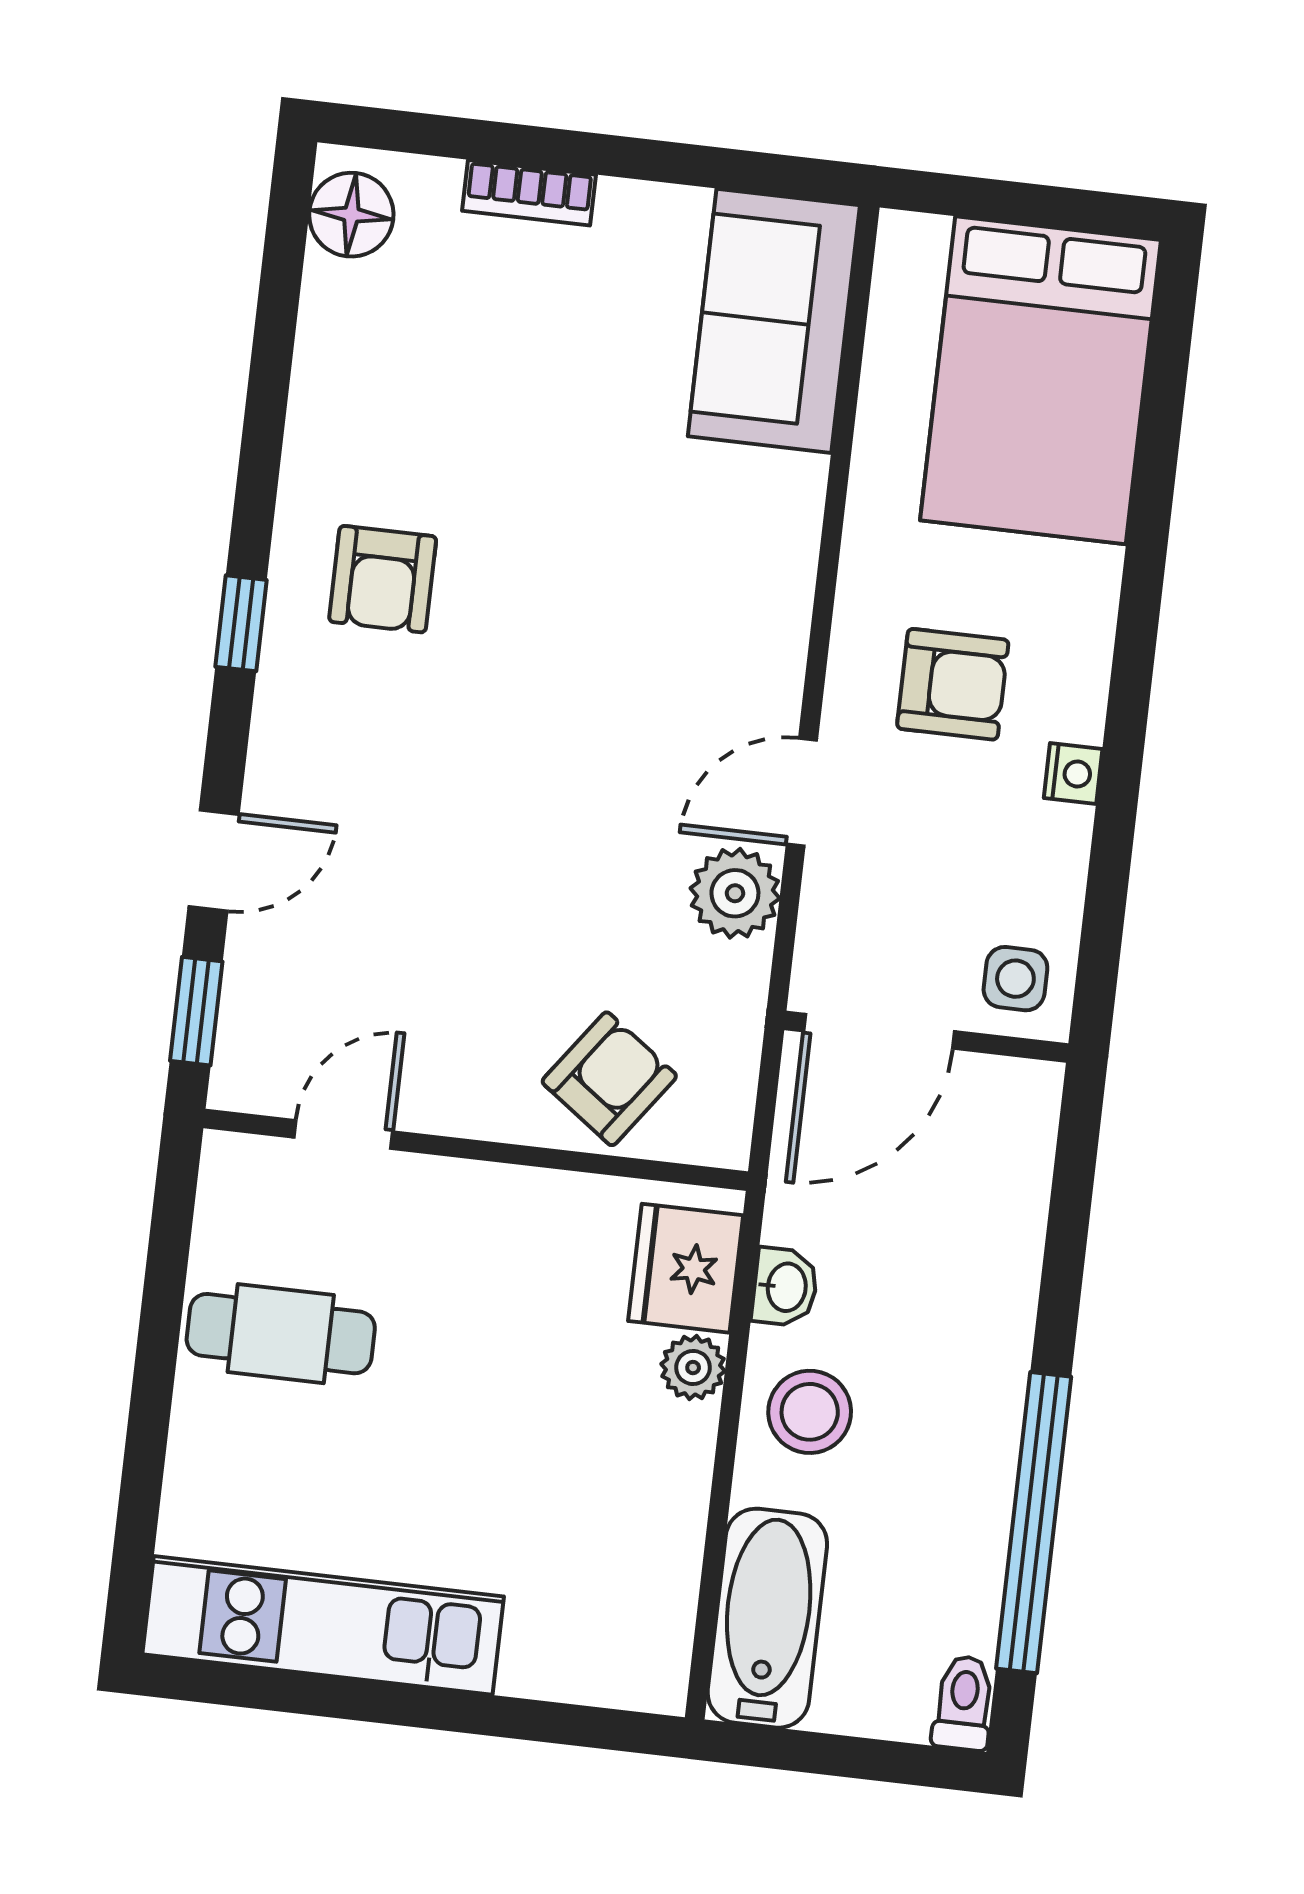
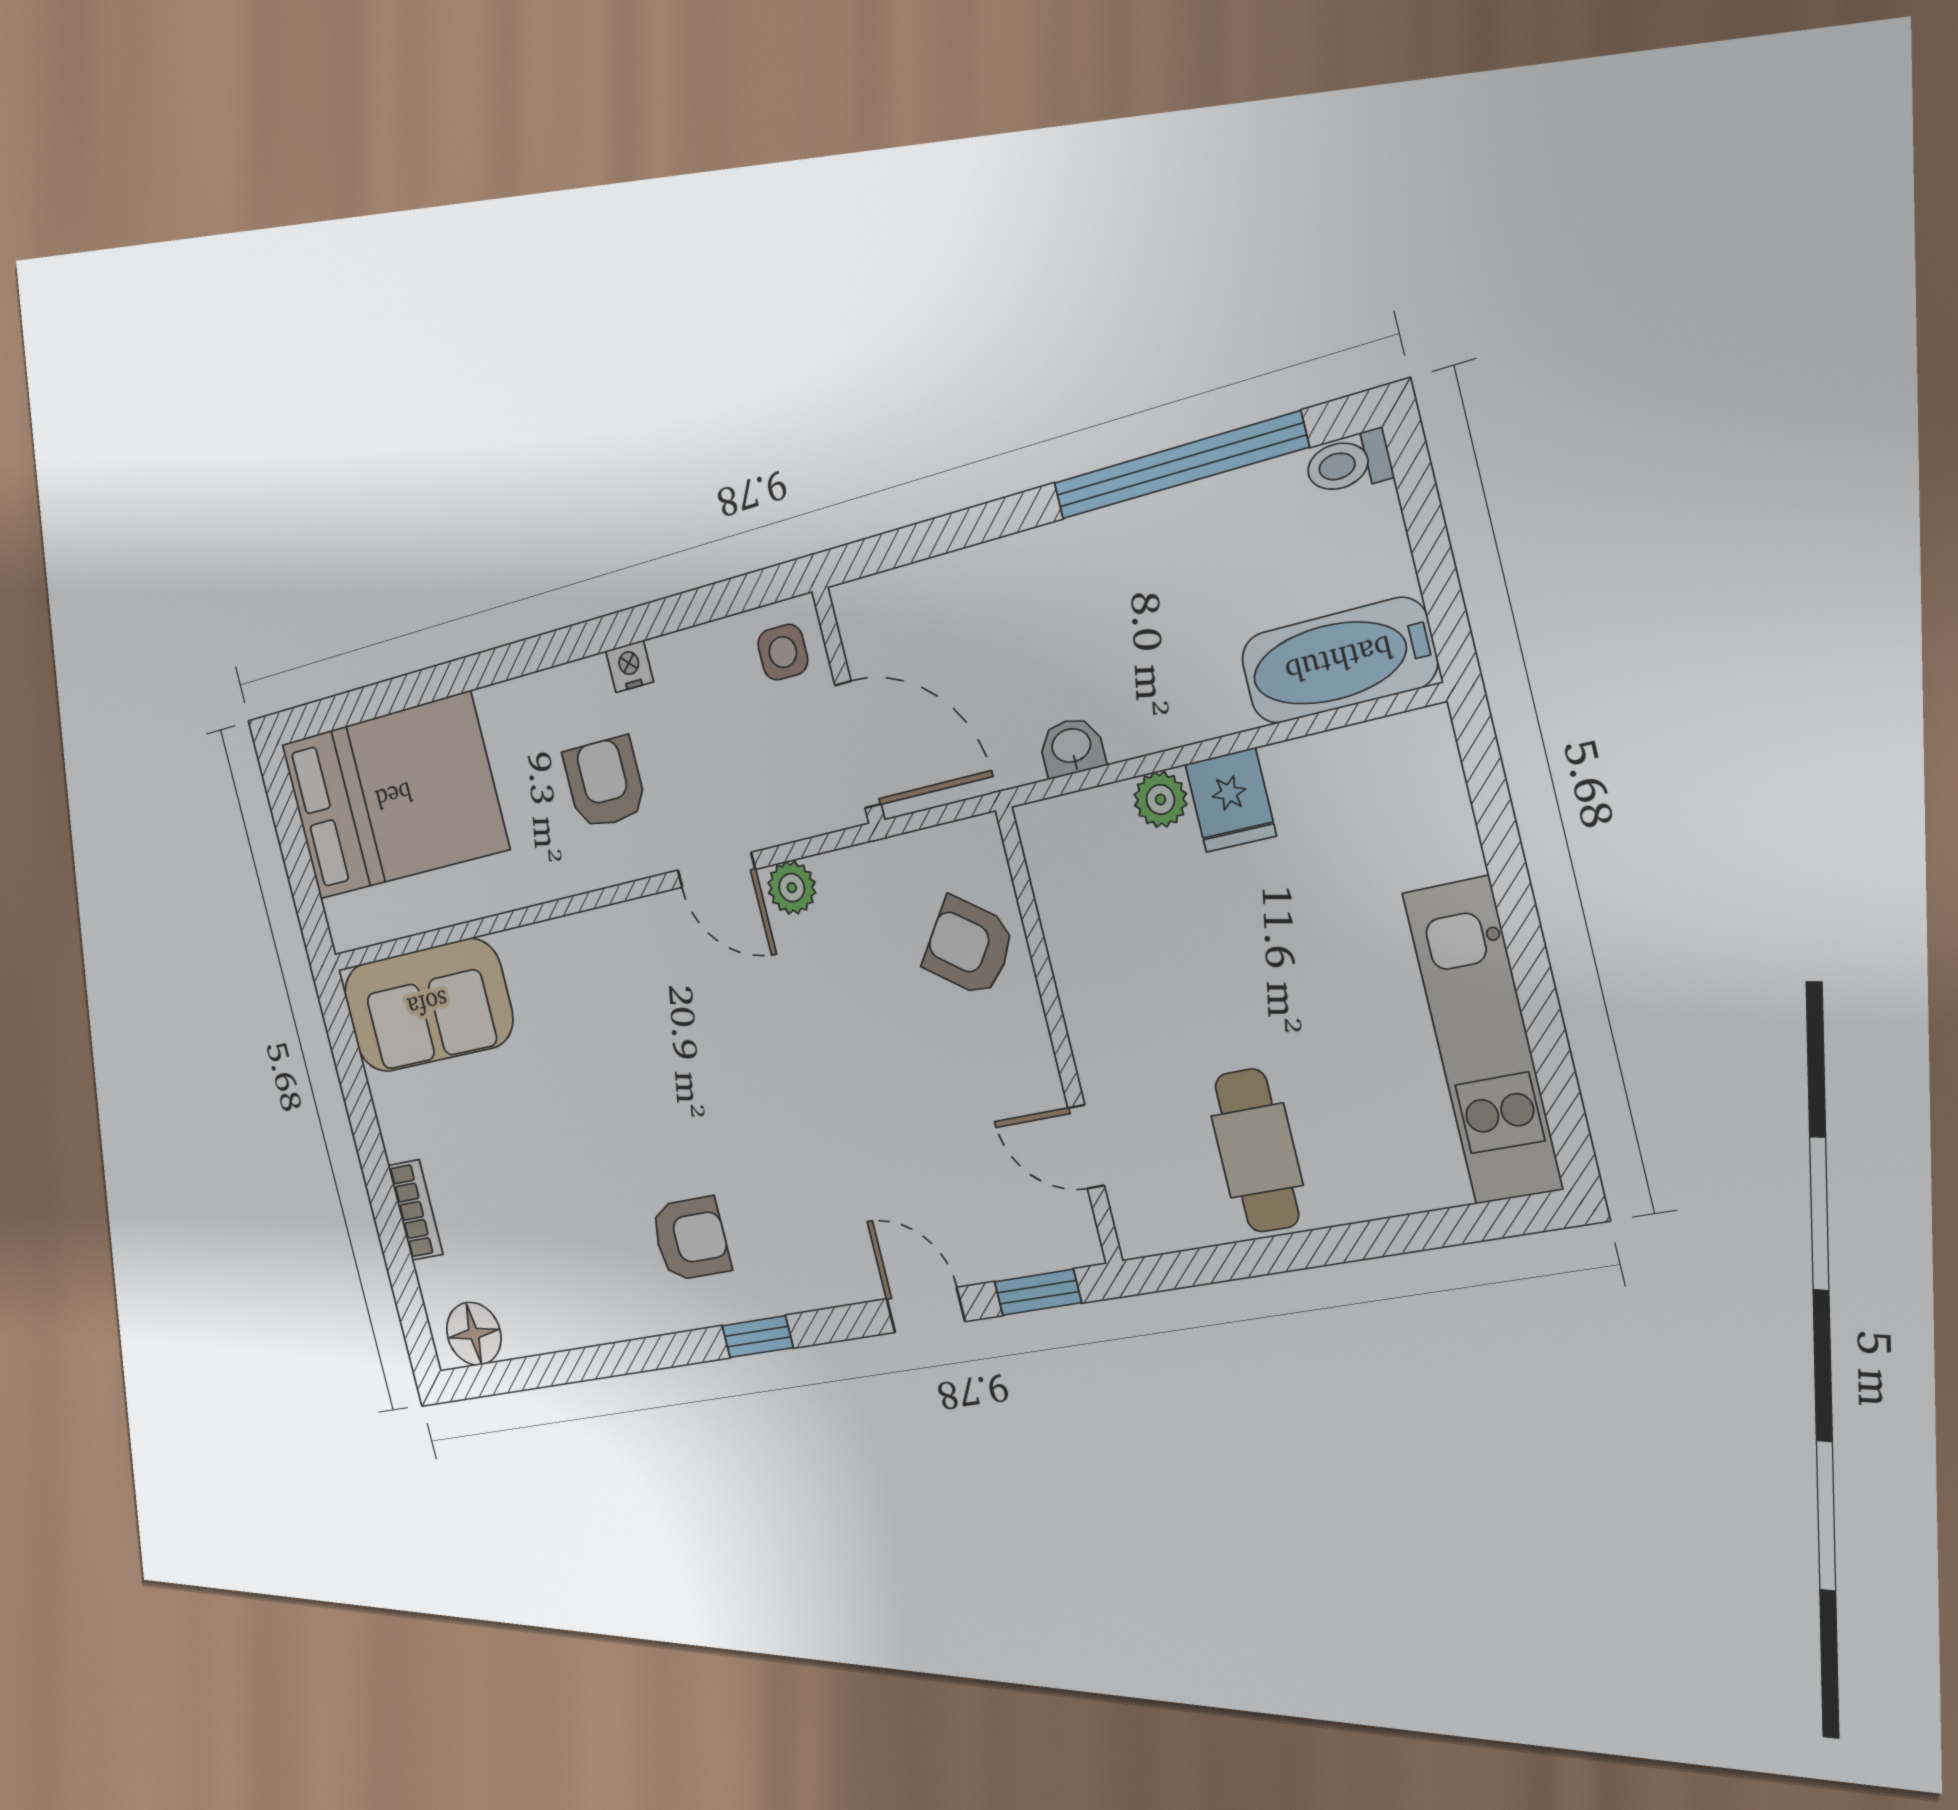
plant: (735, 893) -> (792, 888), width x0.73, depth x0.73
fridge: (686, 1268) -> (1231, 800), moved, width x0.72
stool: (810, 1412) -> (1160, 689), removed

